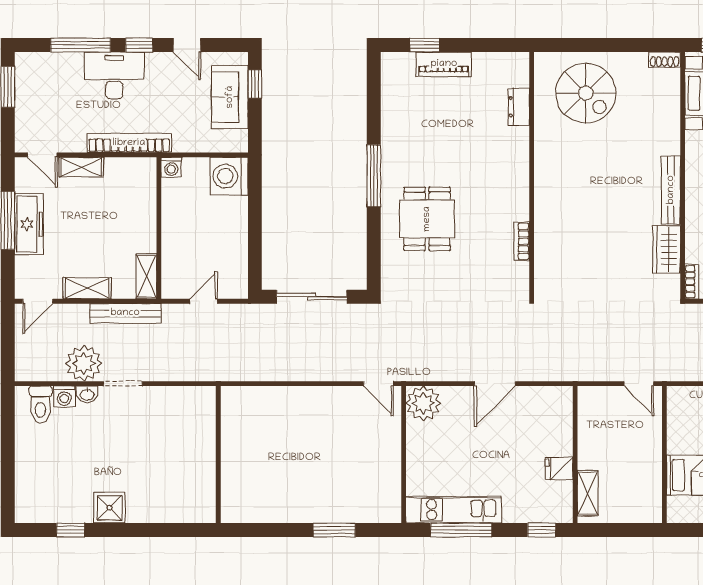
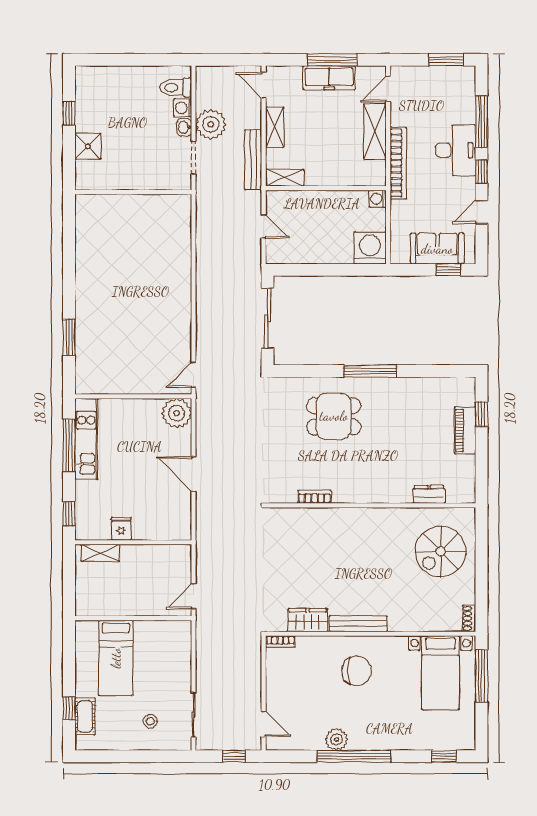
shelving: (81, 167) -> (375, 132), width x1.50, depth x1.33
wall: (218, 454) -> (133, 192), moved

